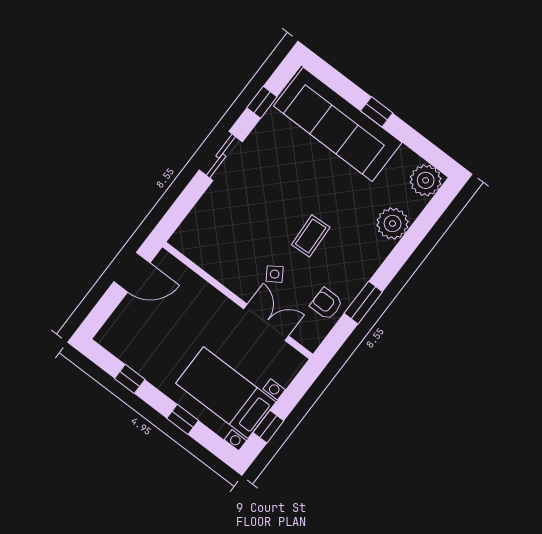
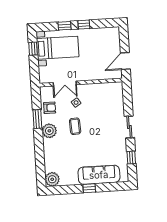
sofa: (338, 124) -> (99, 175), width x0.74, depth x0.79
plant: (392, 224) -> (49, 131), moved
window: (130, 379) -> (84, 25), moved

